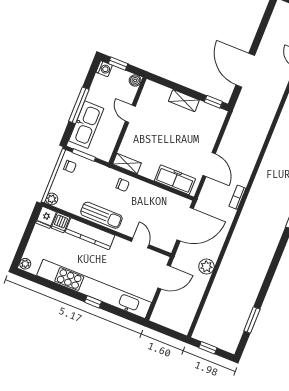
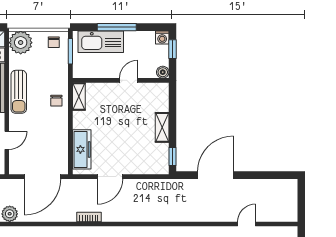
plant: (52, 199) -> (21, 43), width x1.87, depth x1.87
door: (185, 224) -> (43, 177), hinge flipped

